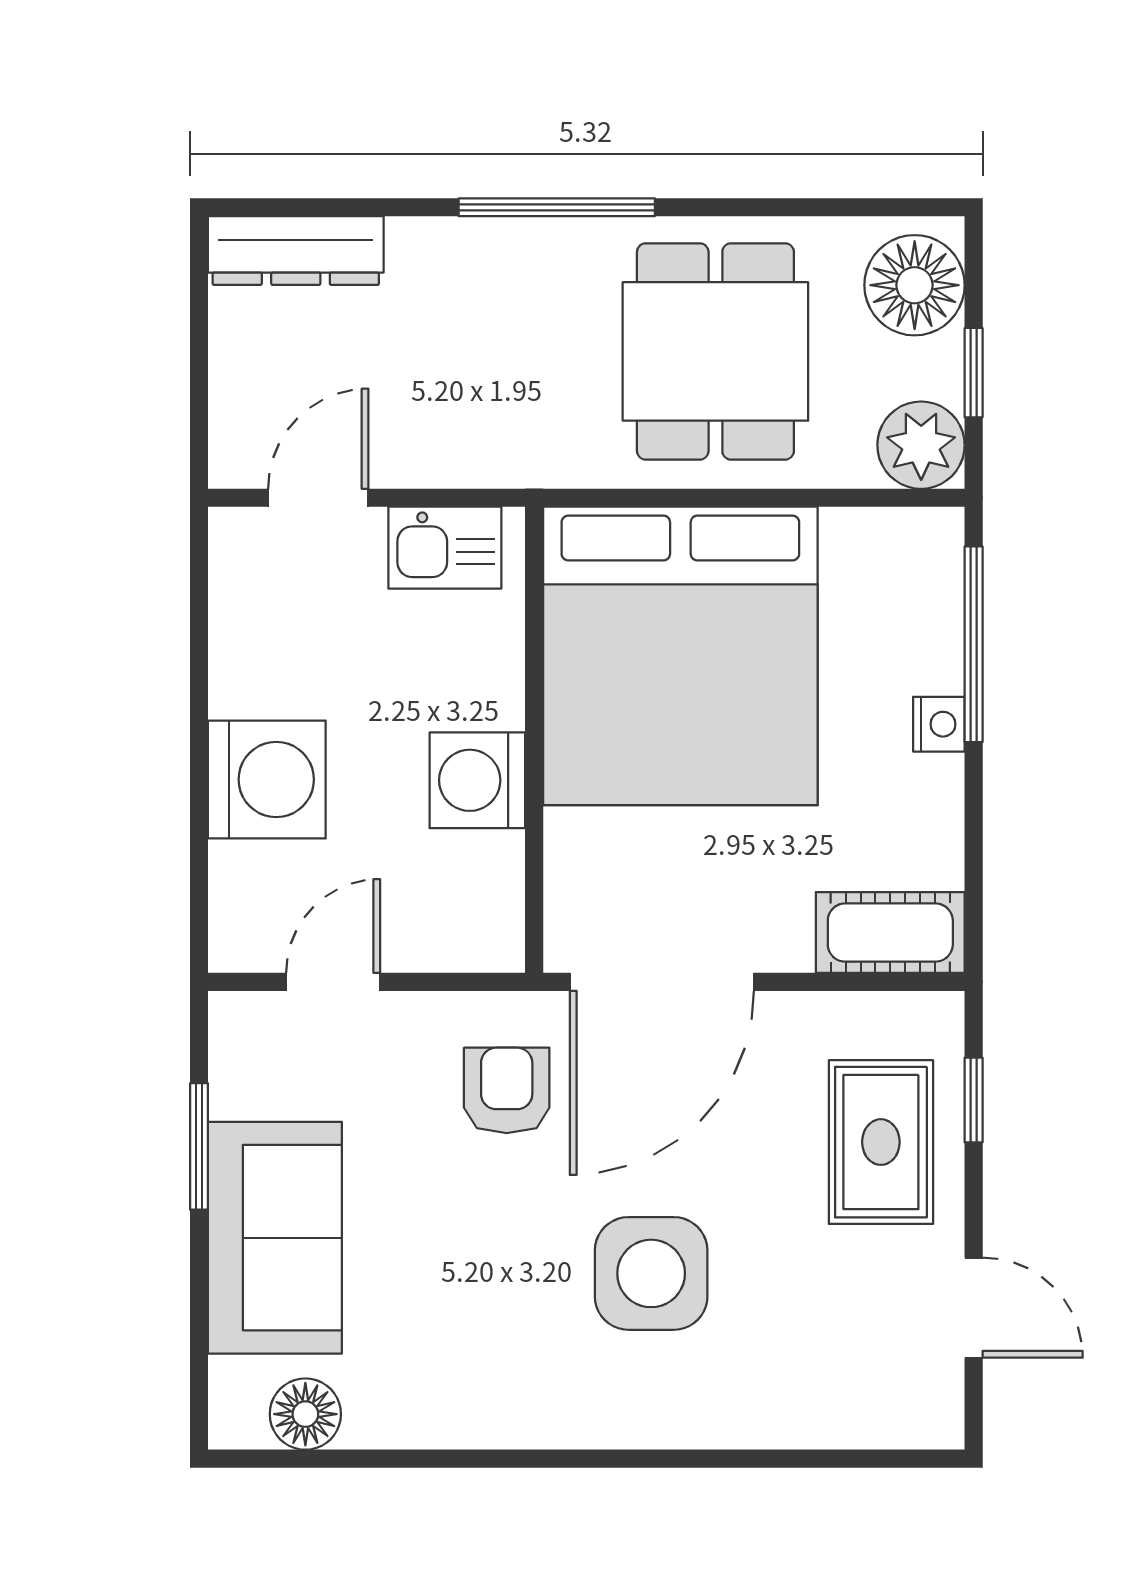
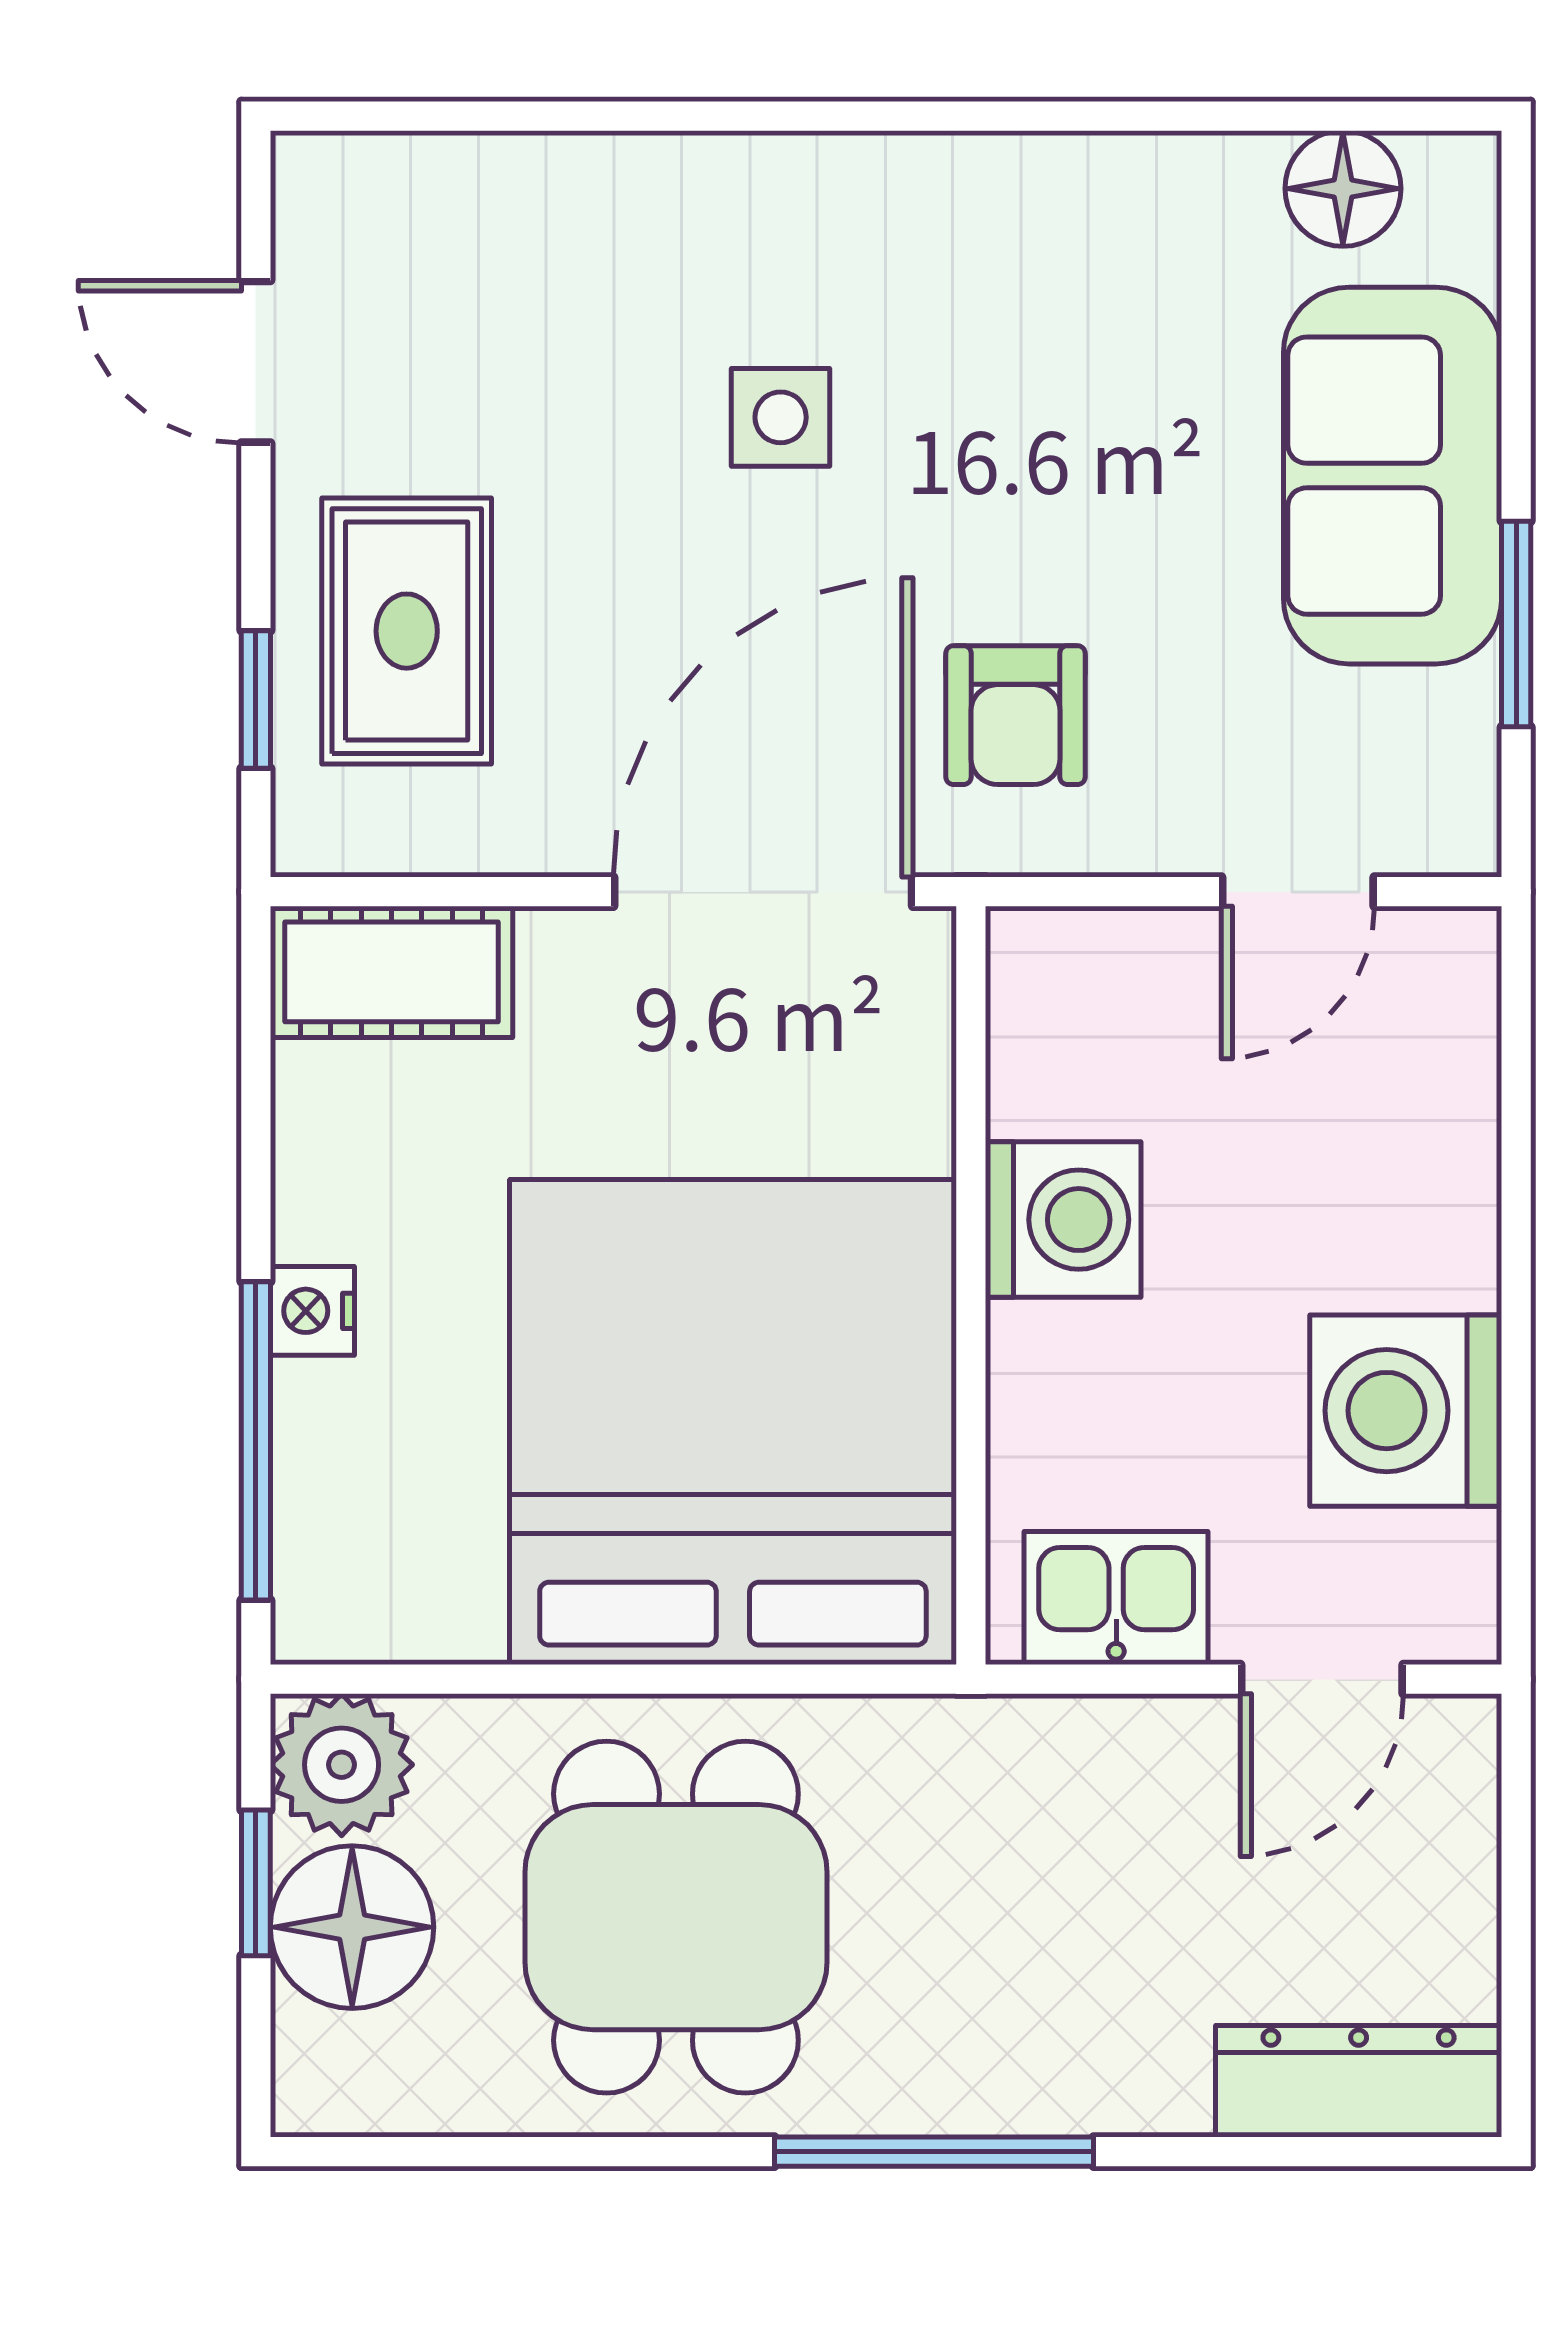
floor lamp: (915, 285) -> (352, 1927), moved
washing machine: (267, 780) -> (1406, 1411), moved
side table: (651, 1273) -> (781, 417), width x0.54, depth x0.54

